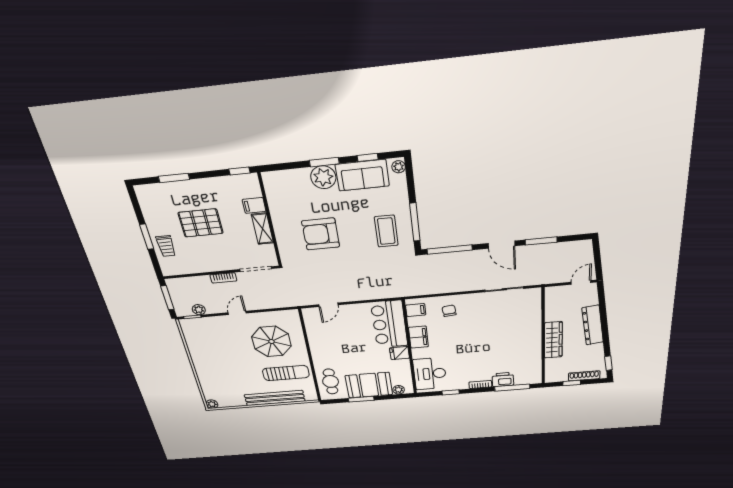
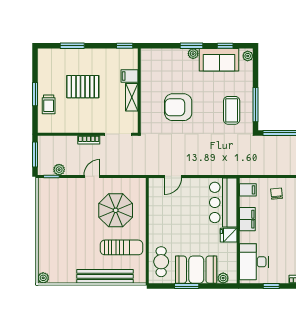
plant: (323, 177) -> (193, 54), width x0.53, depth x0.53

